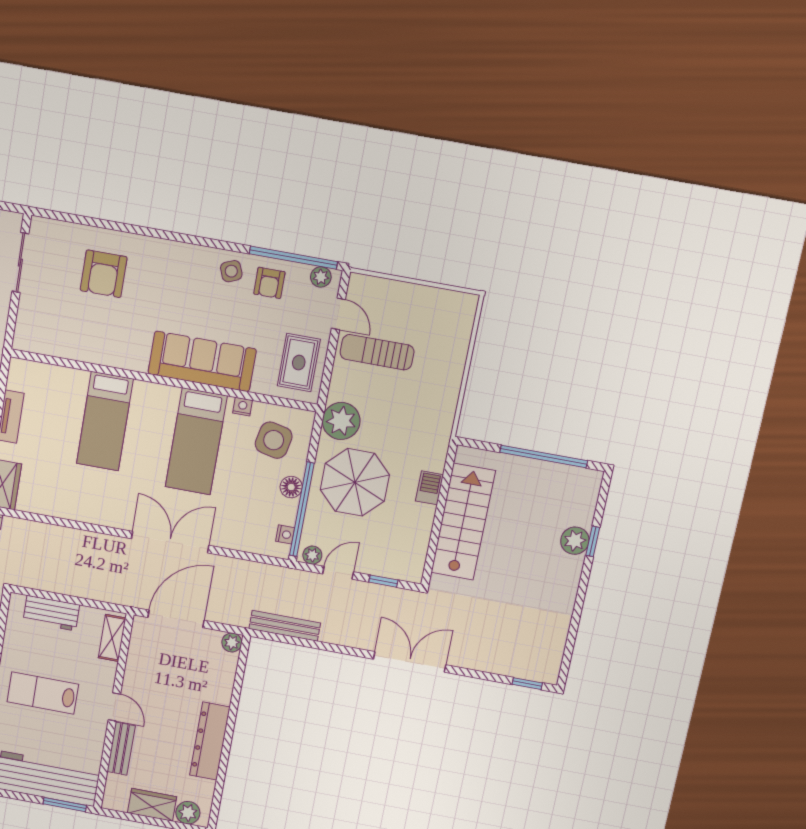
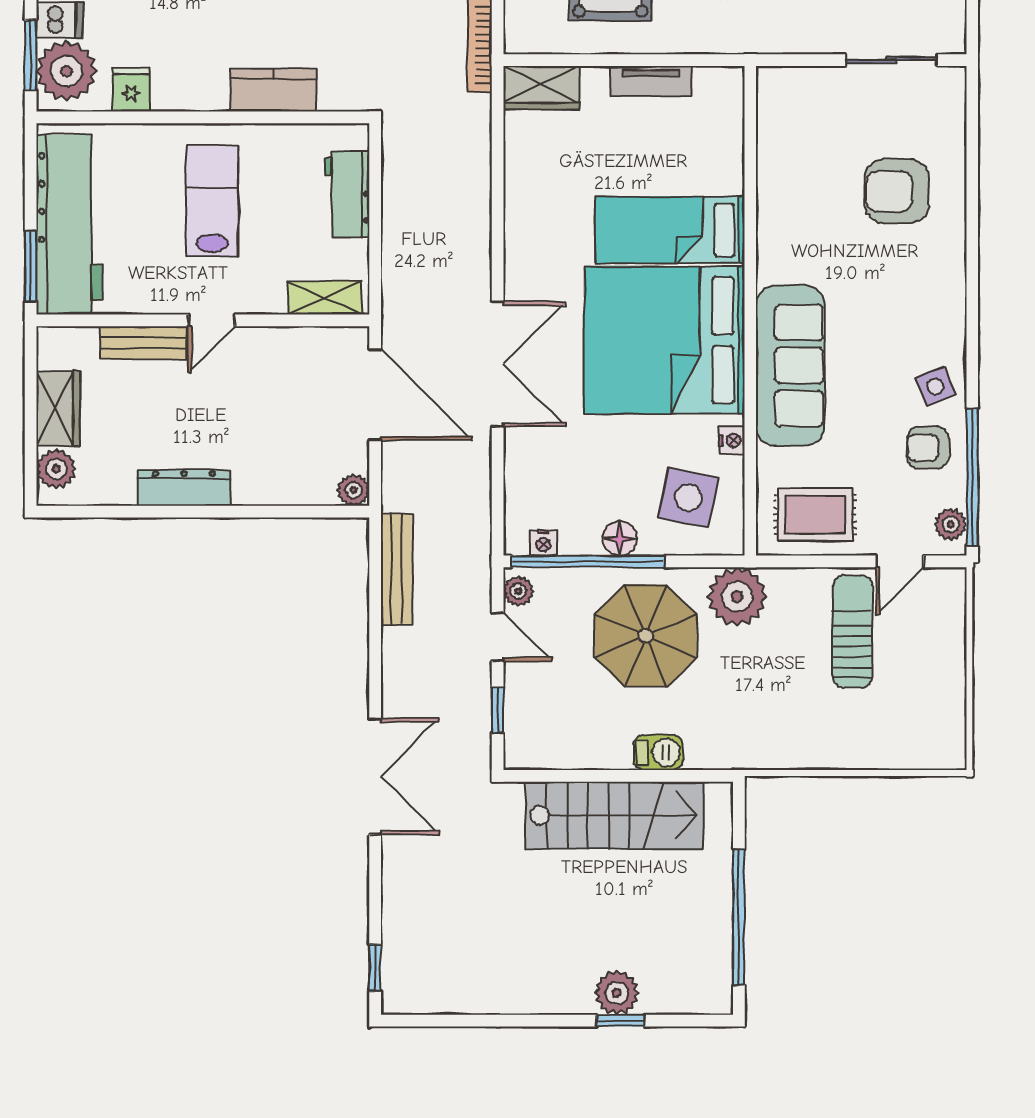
bed: (196, 441) -> (664, 340), width x2.04
dresser: (210, 741) -> (184, 488), width x0.73, depth x0.80

